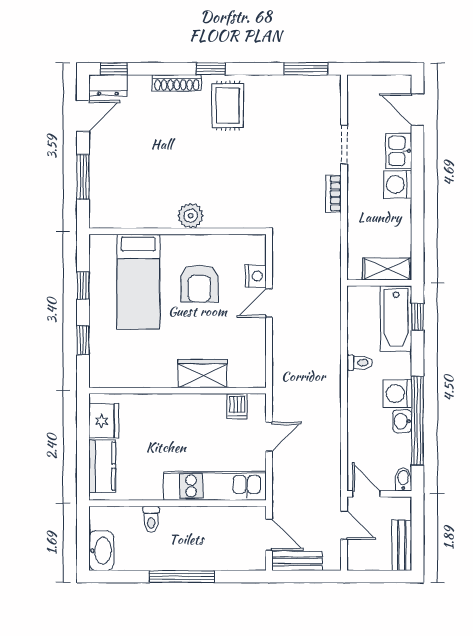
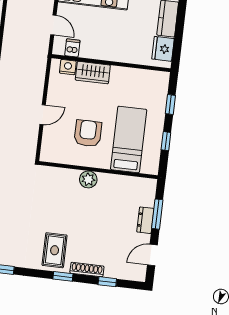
window: (114, 69) -> (107, 282), moved
dresser: (108, 85) -> (145, 220), moved, turned -90
nightstand: (256, 276) -> (68, 67), moved, turned 90
door: (269, 437) -> (53, 25), swing flipped

